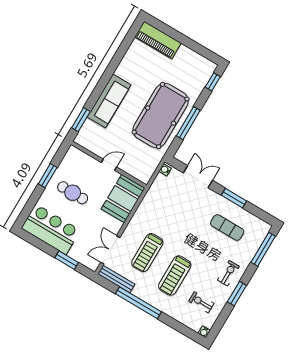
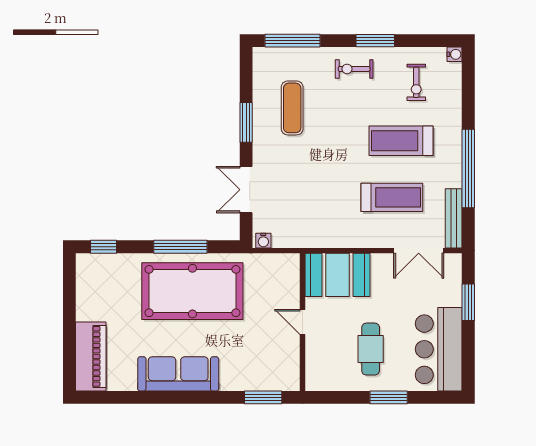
sofa: (109, 101) -> (178, 374), moved
window: (48, 176) -> (389, 397), moved
treadmill: (175, 276) -> (401, 141), turned 180

